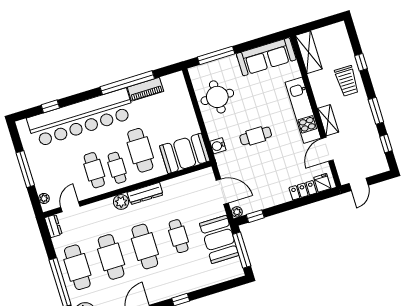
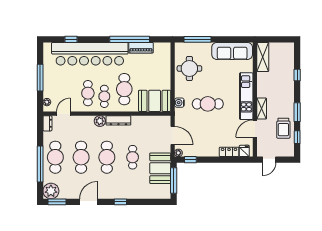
trolley: (347, 81) -> (283, 128), moved
cafe table: (256, 136) -> (208, 104), width x1.37, depth x1.35

